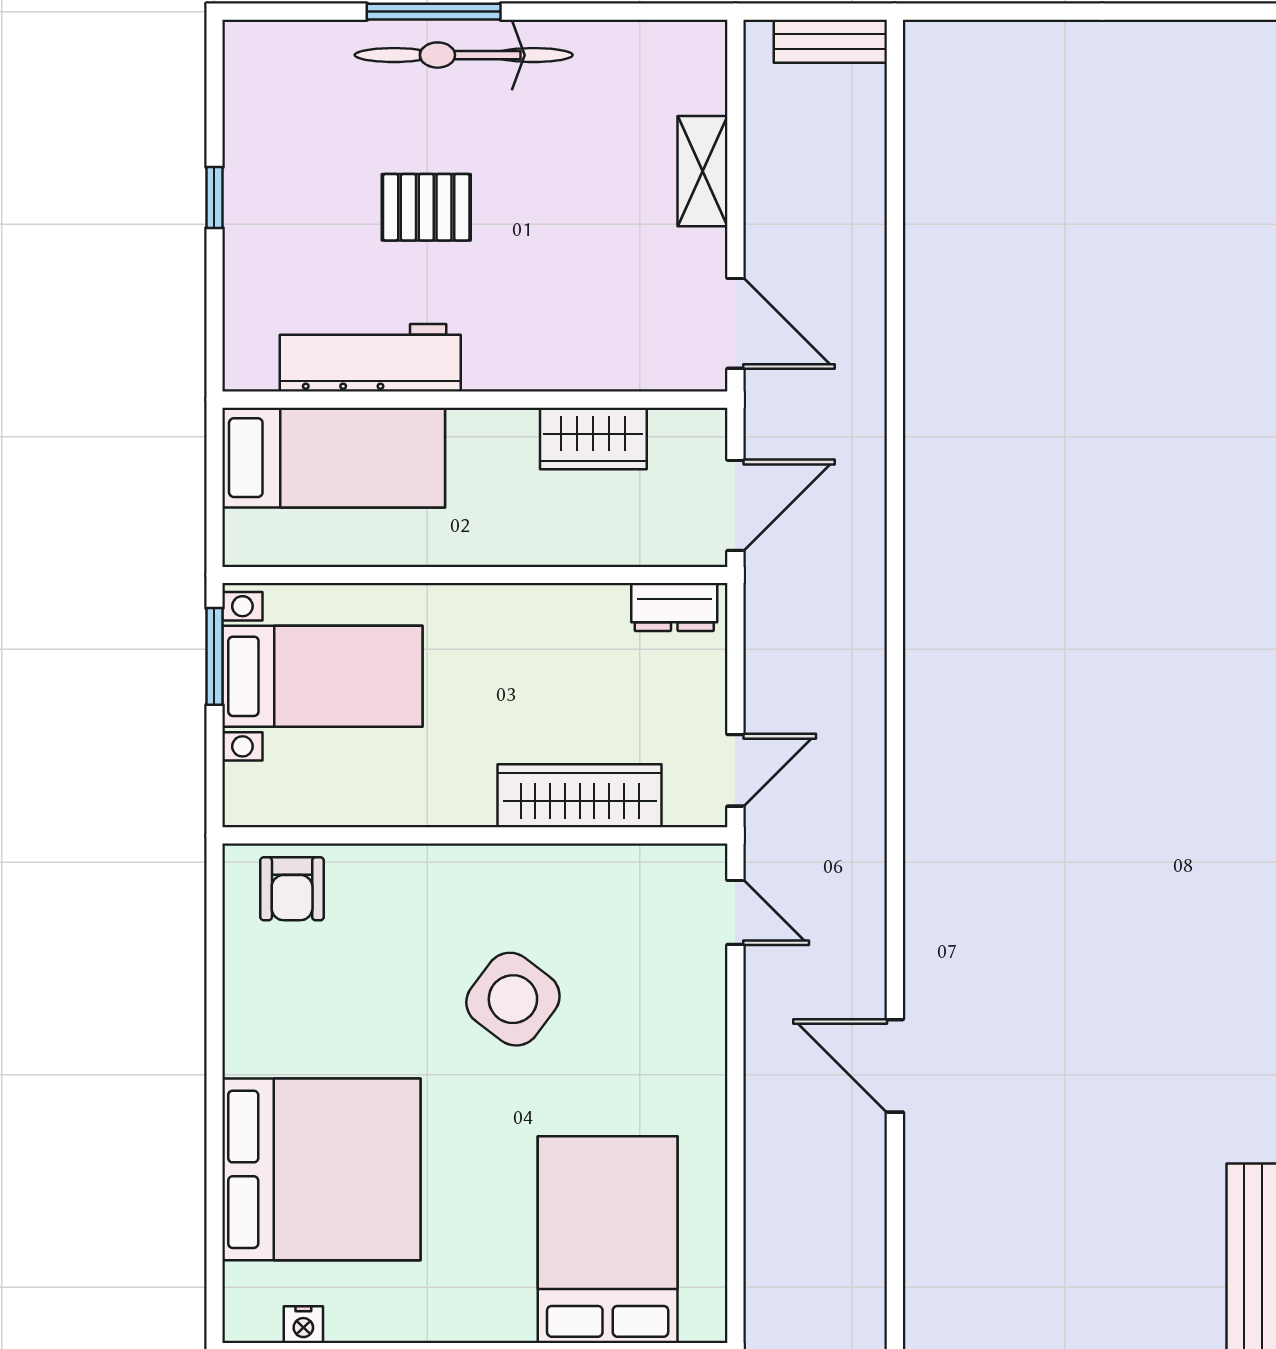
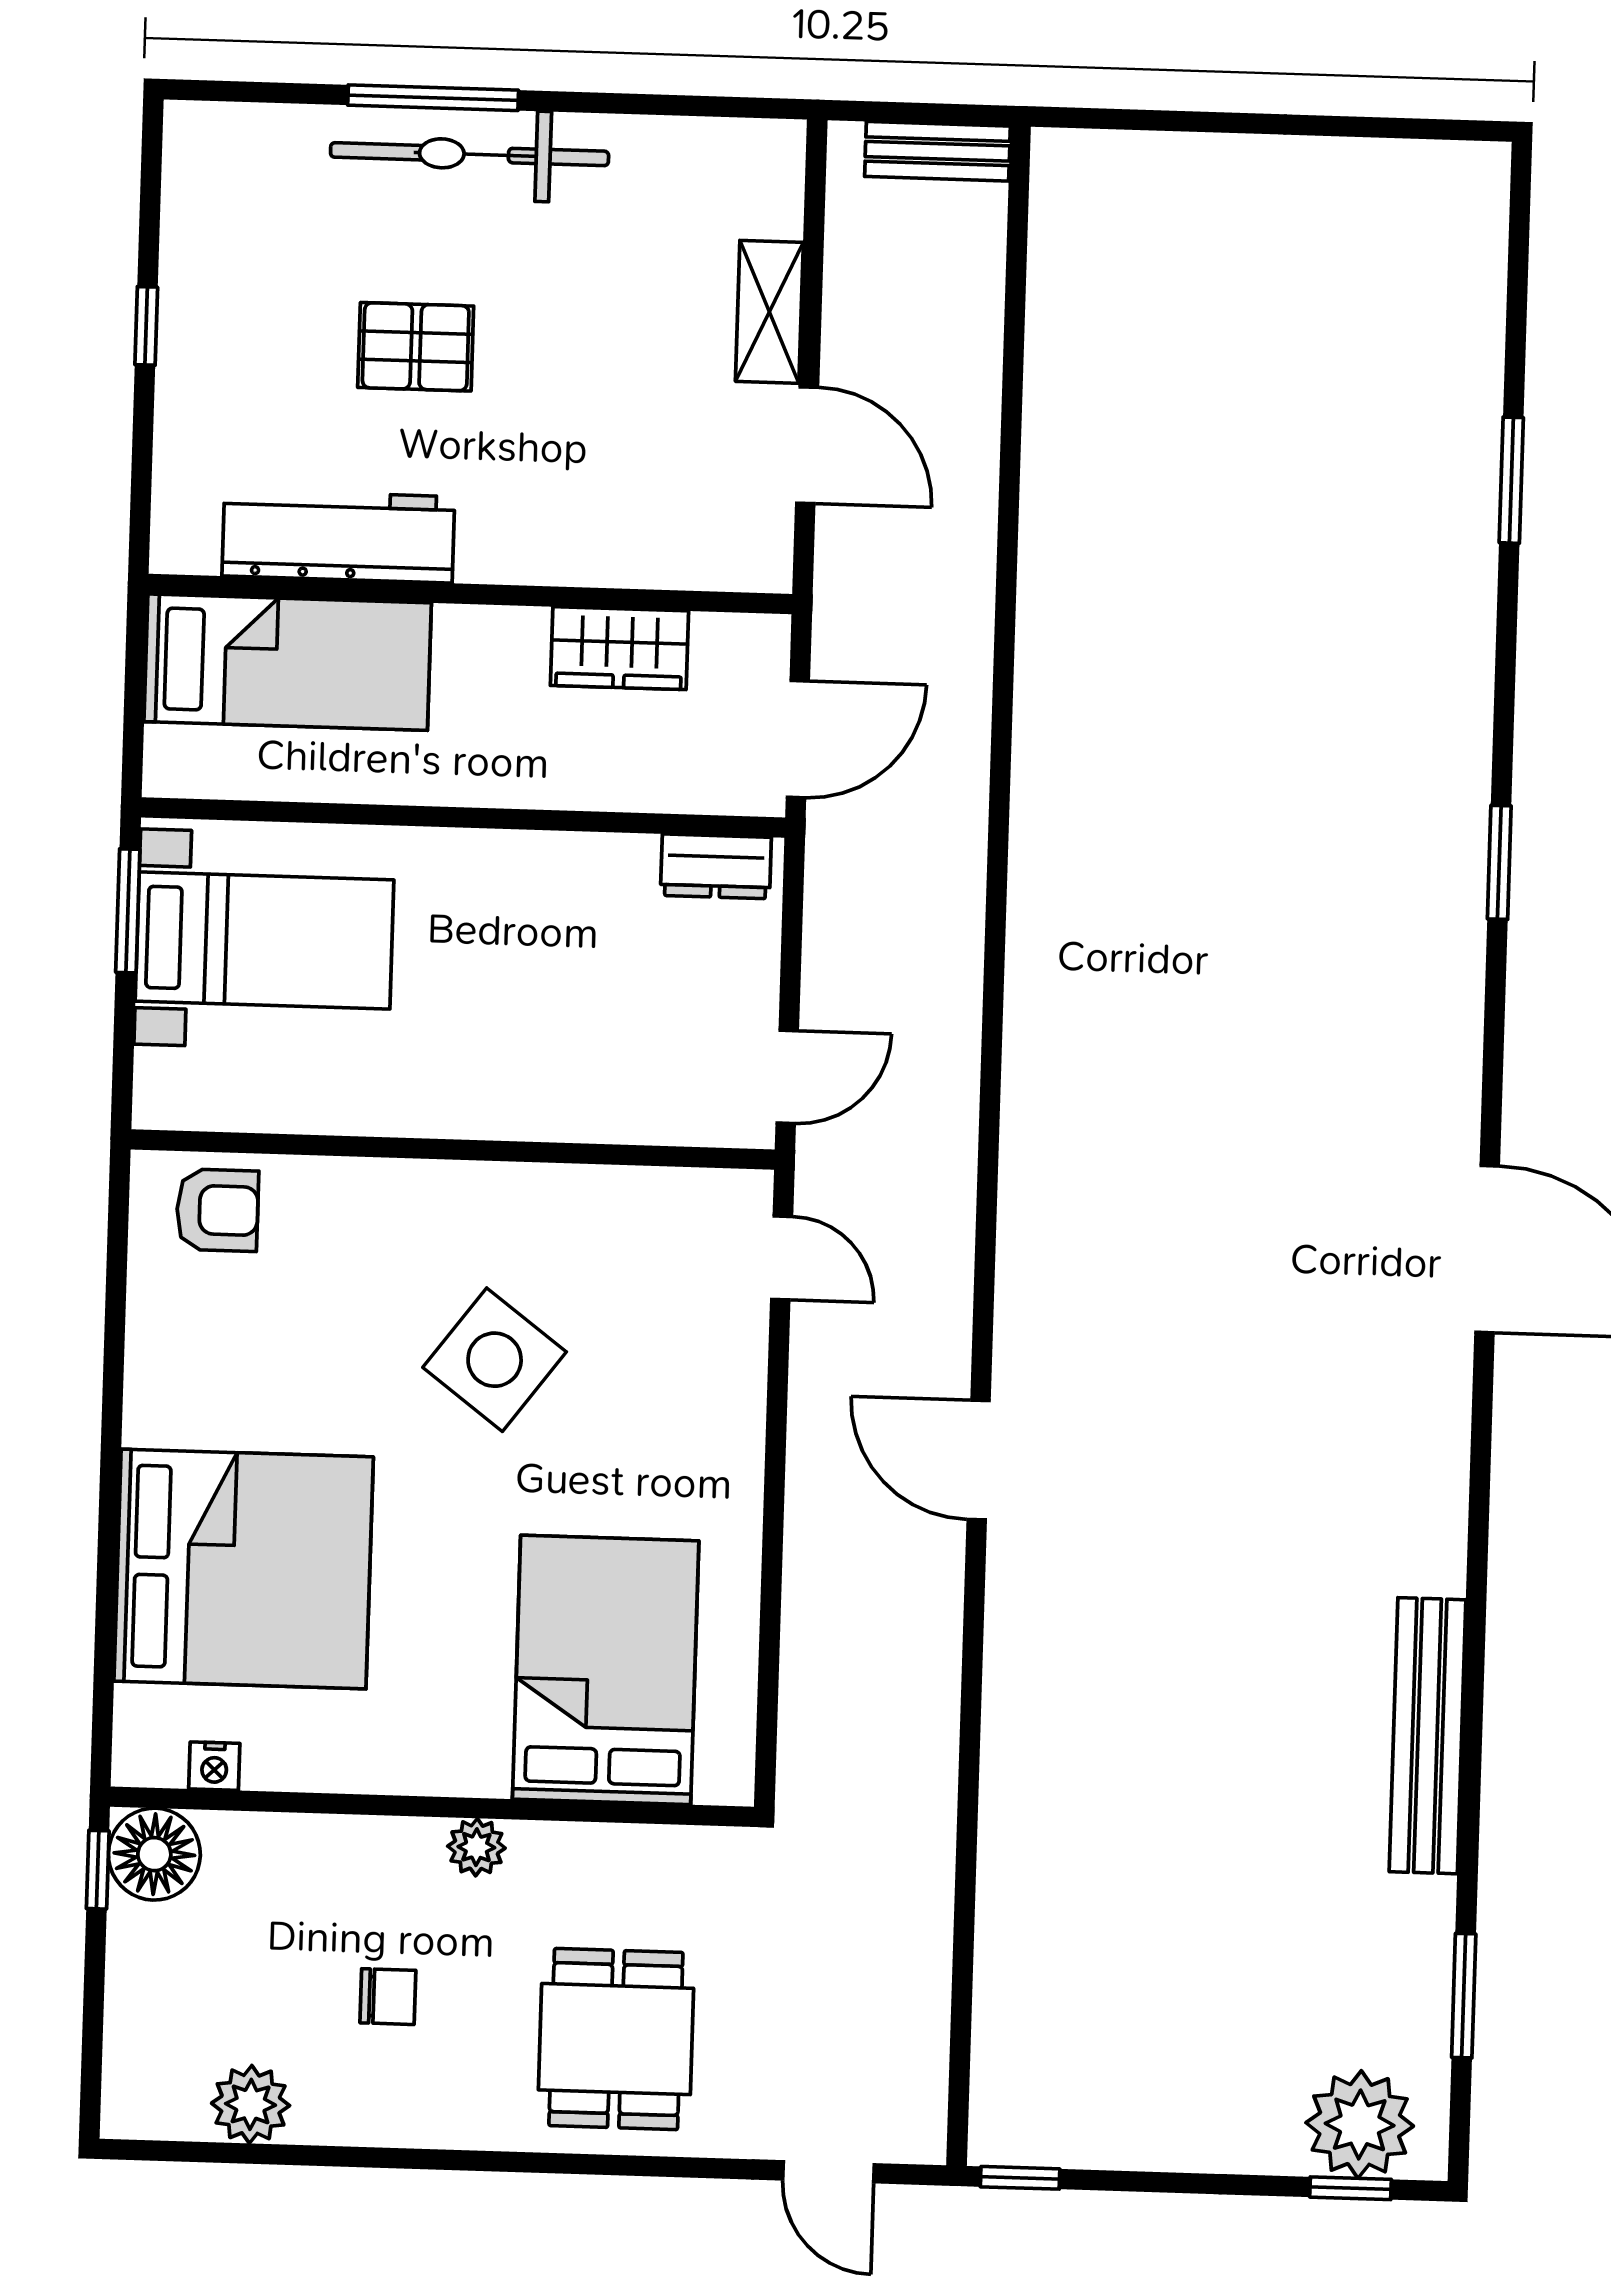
door: (735, 323) -> (807, 445), moved
wardrobe: (580, 796) -> (588, 1103), removed
armchair: (292, 889) -> (217, 1210), turned -90

